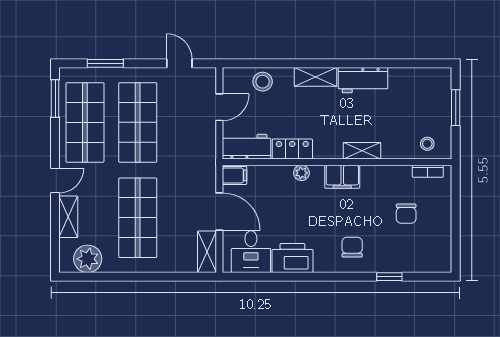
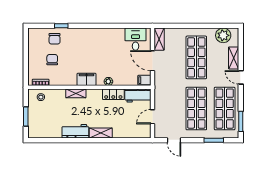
stool: (263, 82) -> (129, 130), removed
door: (55, 180) -> (241, 77), hinge flipped
chair: (352, 247) -> (55, 39), moved
printer: (292, 258) -> (113, 36), removed

